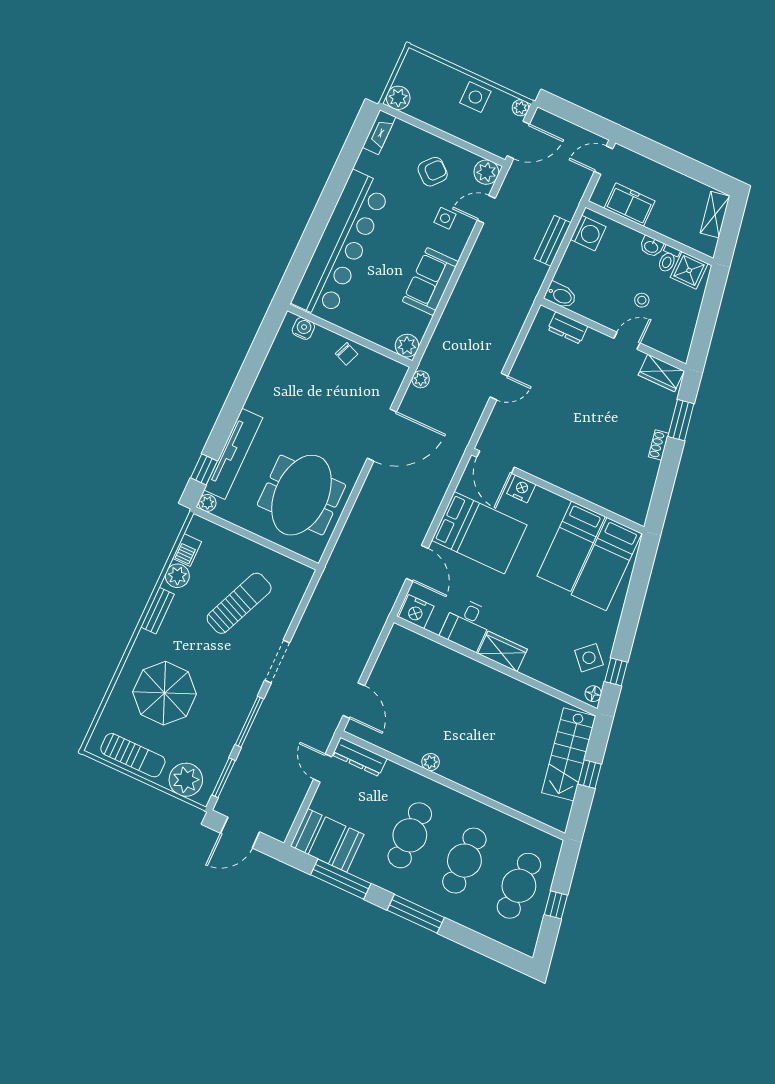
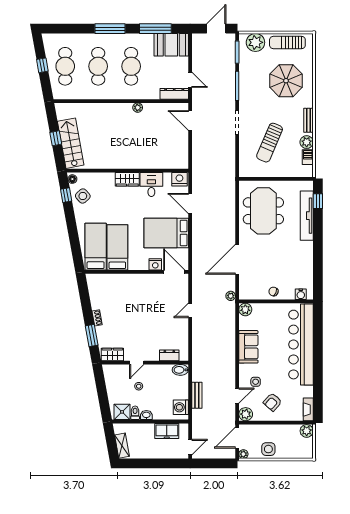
plant: (207, 503) -> (308, 185), removed

